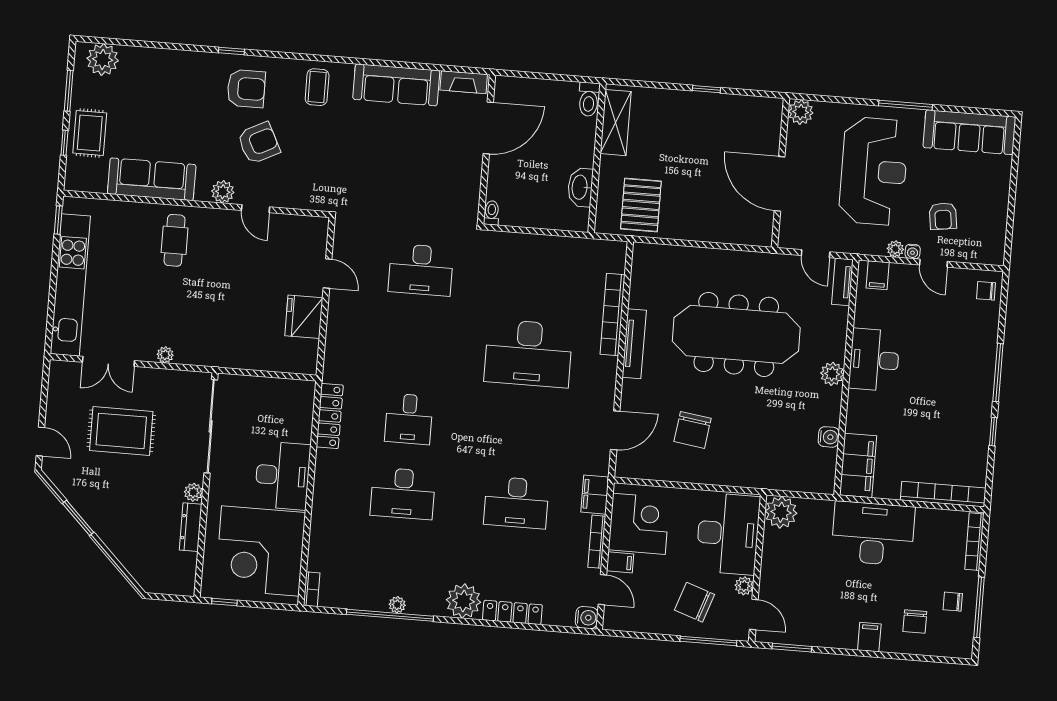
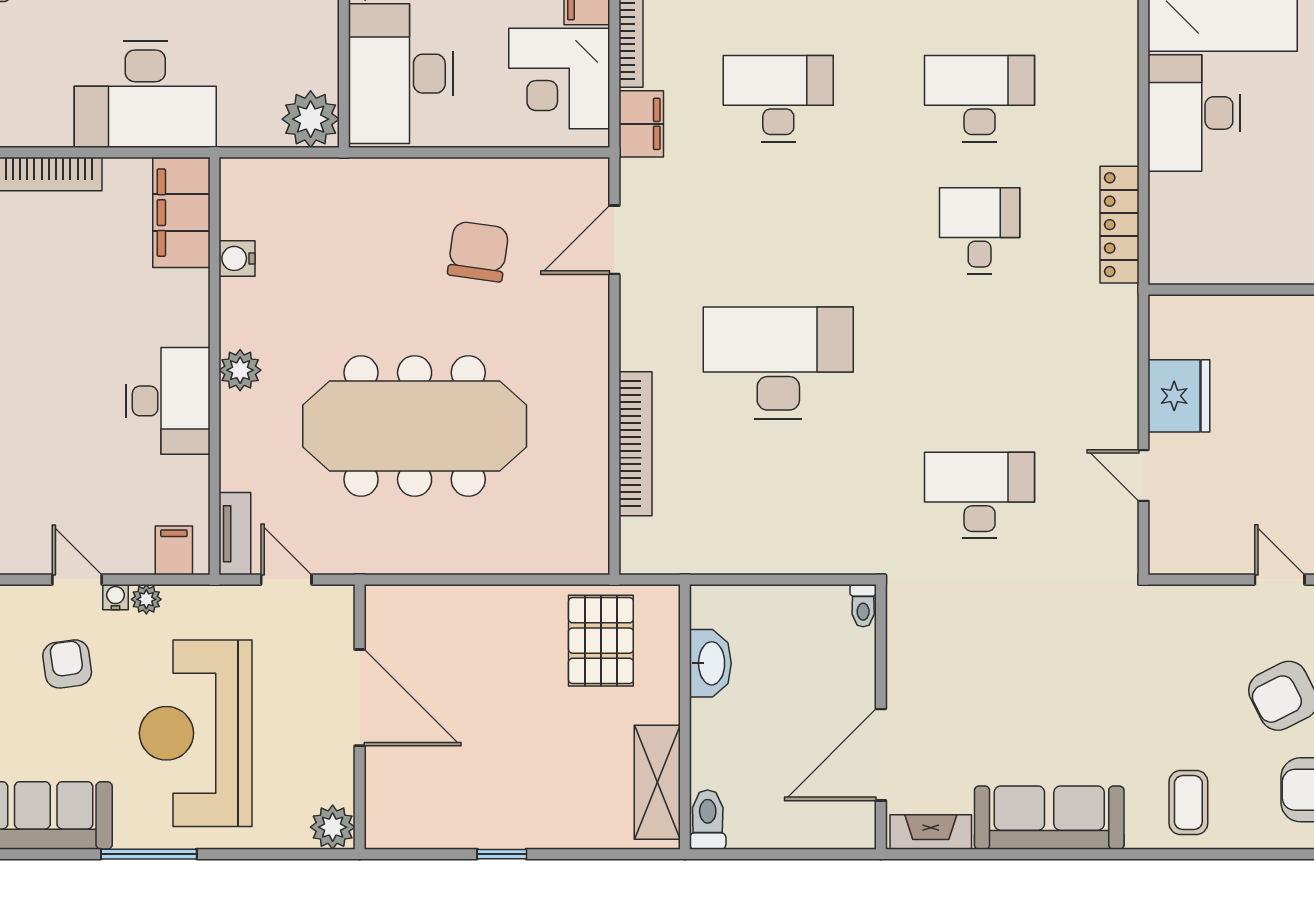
tv unit: (634, 344) -> (593, 395), removed

